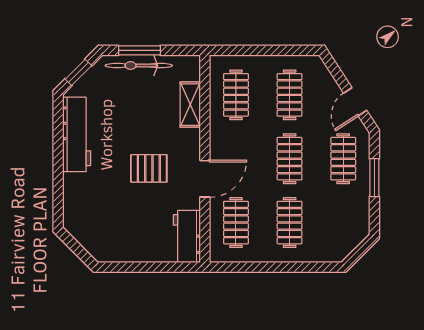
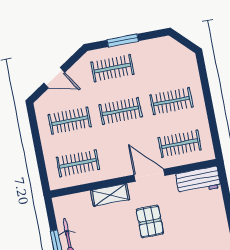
door: (355, 102) -> (54, 78), moved
shelving: (190, 105) -> (110, 195), moved

